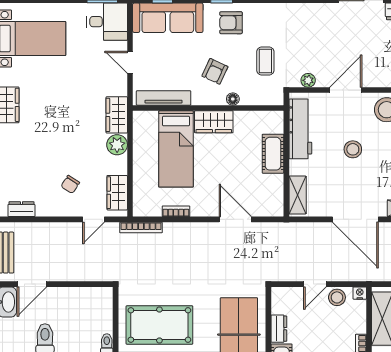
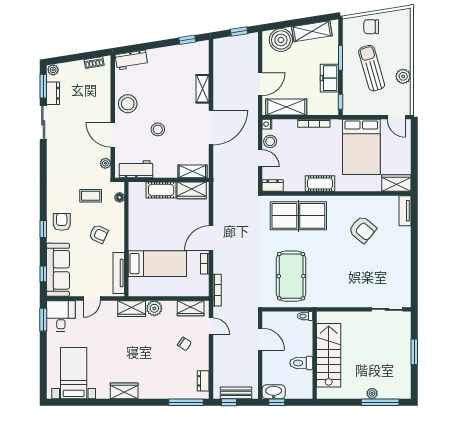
armchair: (231, 23) -> (62, 222), turned 180
floor lamp: (233, 99) -> (120, 197), moved
wardrobe: (214, 122) -> (192, 190), moved, turned 90
workbench: (300, 129) -> (136, 169), width x0.73
door: (235, 219) -> (211, 238), moved
door: (32, 284) -> (260, 339), moved
dresser: (279, 329) -> (273, 186), moved

